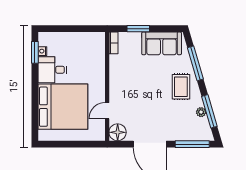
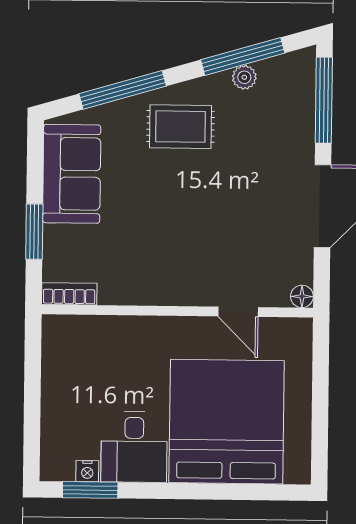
floor lamp: (118, 132) -> (302, 296), width x0.53, depth x0.53

